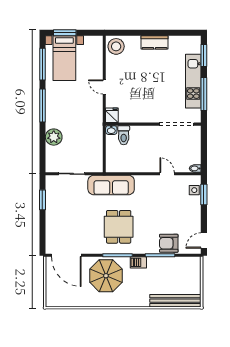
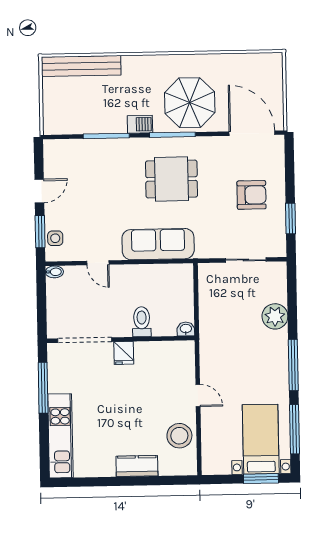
kitchen counter: (155, 42) -> (137, 466), moved
stool: (116, 46) -> (179, 436), moved
window: (204, 55) -> (44, 447), removed
kitchen unit: (193, 81) -> (60, 436), moved
fridge: (112, 115) -> (124, 353), moved
toilet: (124, 135) -> (142, 322), moved
sofa: (111, 185) -> (158, 244), moved
dining table: (119, 227) -> (172, 179), turned 90
door: (204, 241) -> (39, 191), moved
armchair: (169, 243) -> (251, 195), moved

